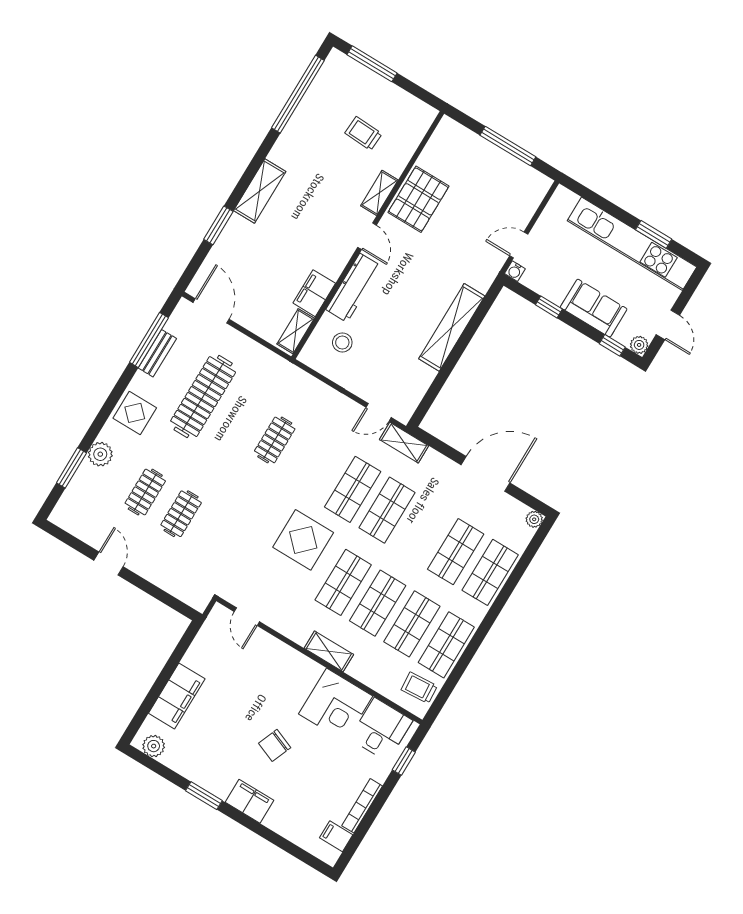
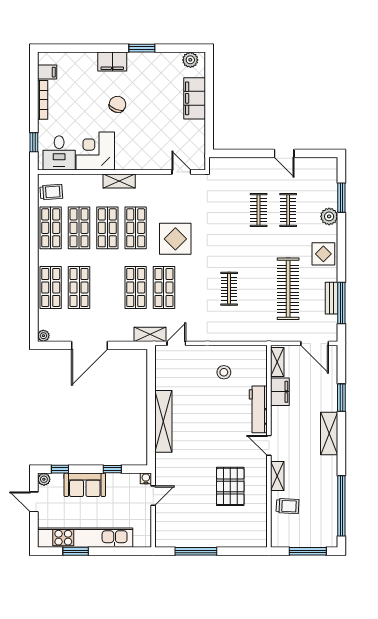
shelving: (379, 193) -> (277, 476), moved
wall: (368, 235) -> (269, 446), moved
door: (367, 236) -> (269, 445), moved
workbench: (353, 288) -> (258, 409), moved
filing cabinet: (314, 293) -> (280, 392), moved
shelving: (296, 331) -> (277, 362), moved

